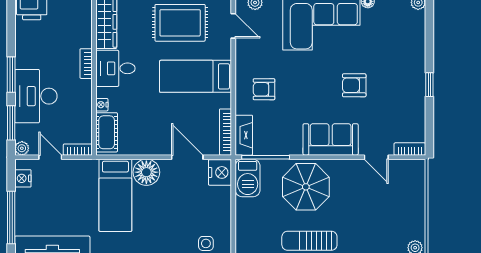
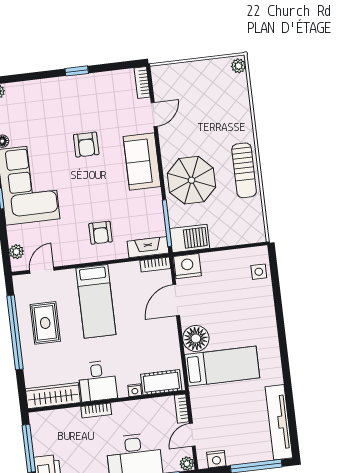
rug: (180, 23) -> (45, 323), width x0.73, depth x0.70
bookcase: (226, 132) -> (155, 265), width x0.64

